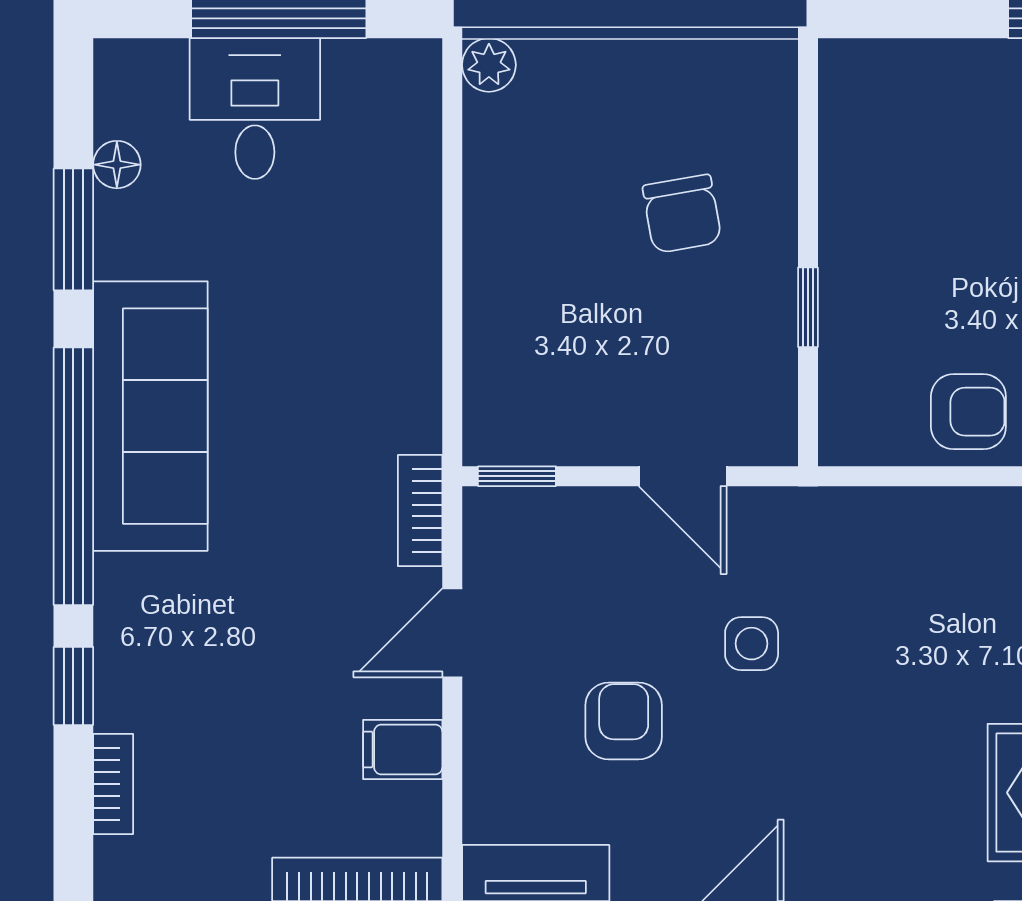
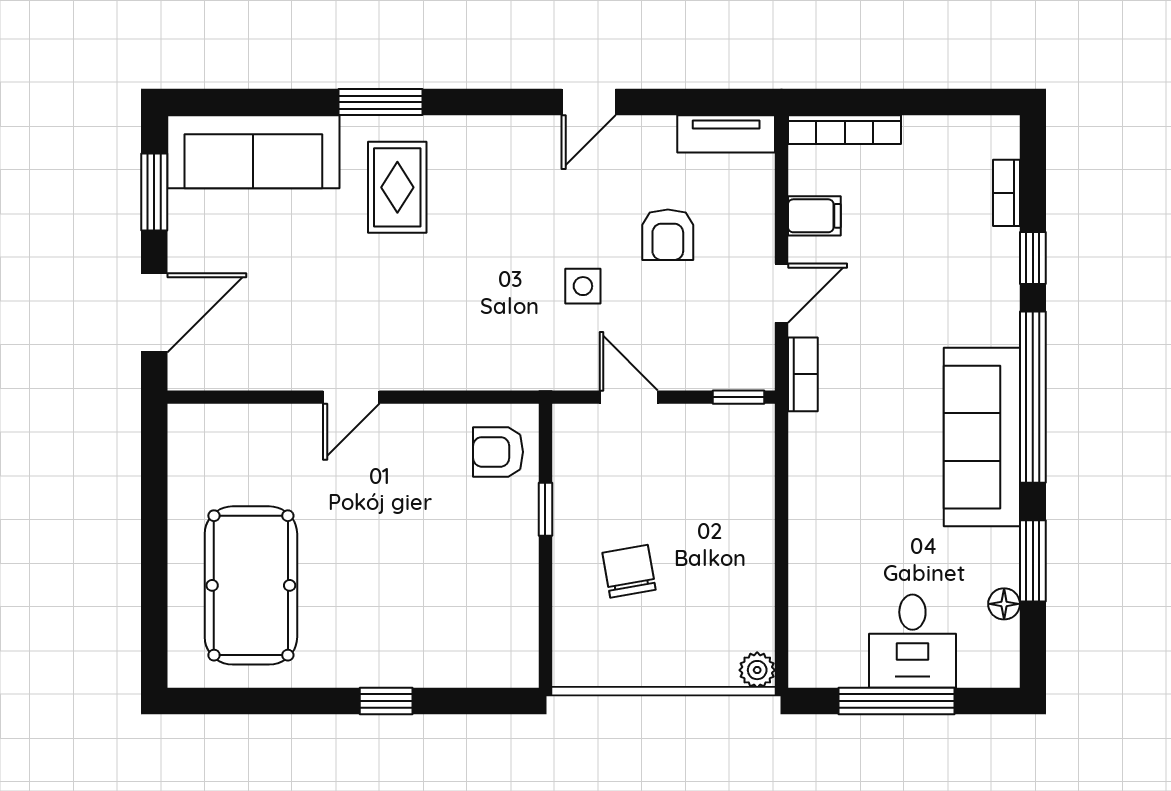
armchair: (968, 412) -> (498, 452), moved

